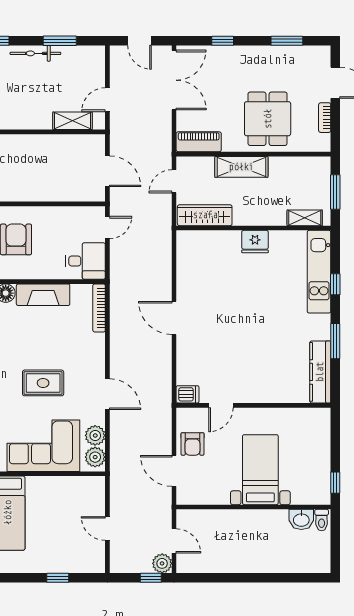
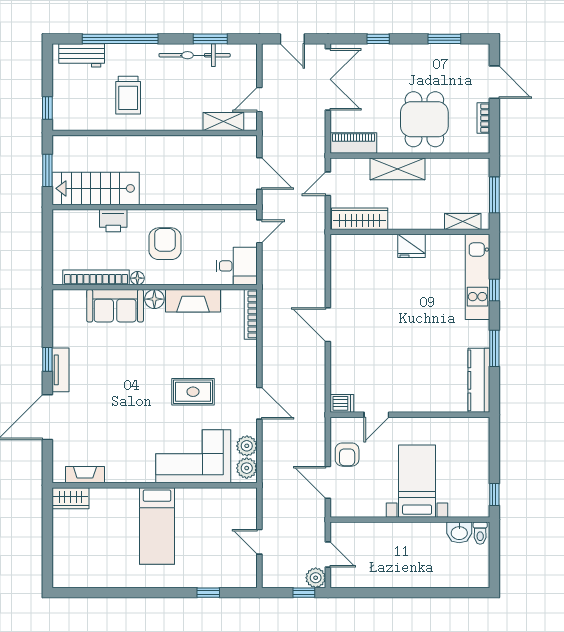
bicycle: (35, 53) -> (195, 55), width x1.37, depth x1.40

